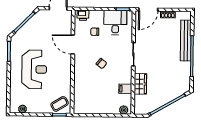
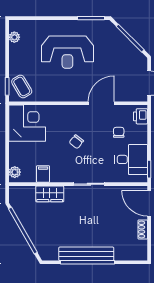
bench: (186, 41) -> (86, 254), moved
corner desk: (87, 100) -> (27, 123), added

